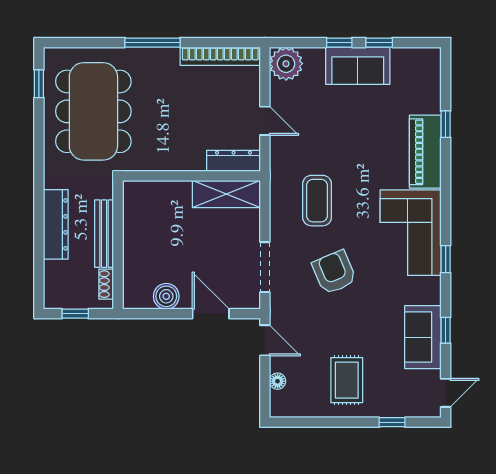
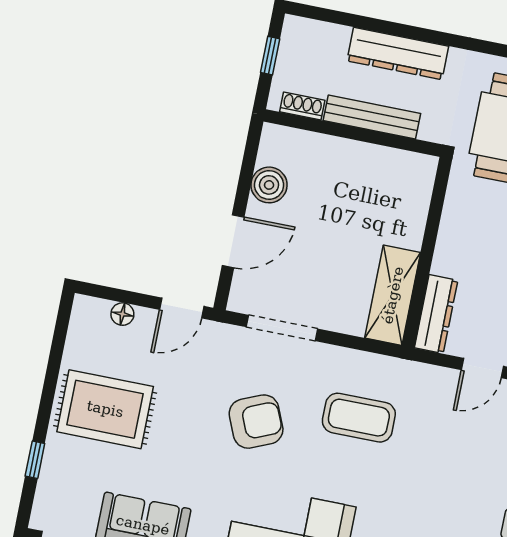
rug: (347, 380) -> (105, 409), width x1.36, depth x1.43

